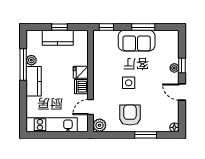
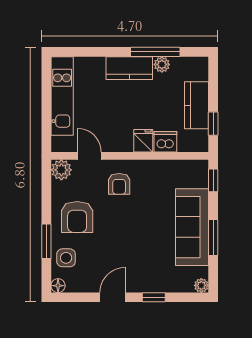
window: (59, 27) -> (213, 124), moved
sofa: (137, 41) -> (192, 227), width x1.36
plant: (174, 68) -> (201, 285), moved
side table: (129, 83) -> (66, 258), moved
dishwasher: (81, 87) -> (165, 142), moved
armchair: (109, 88) -> (119, 184), added
armchair: (130, 115) -> (77, 217), turned 90

